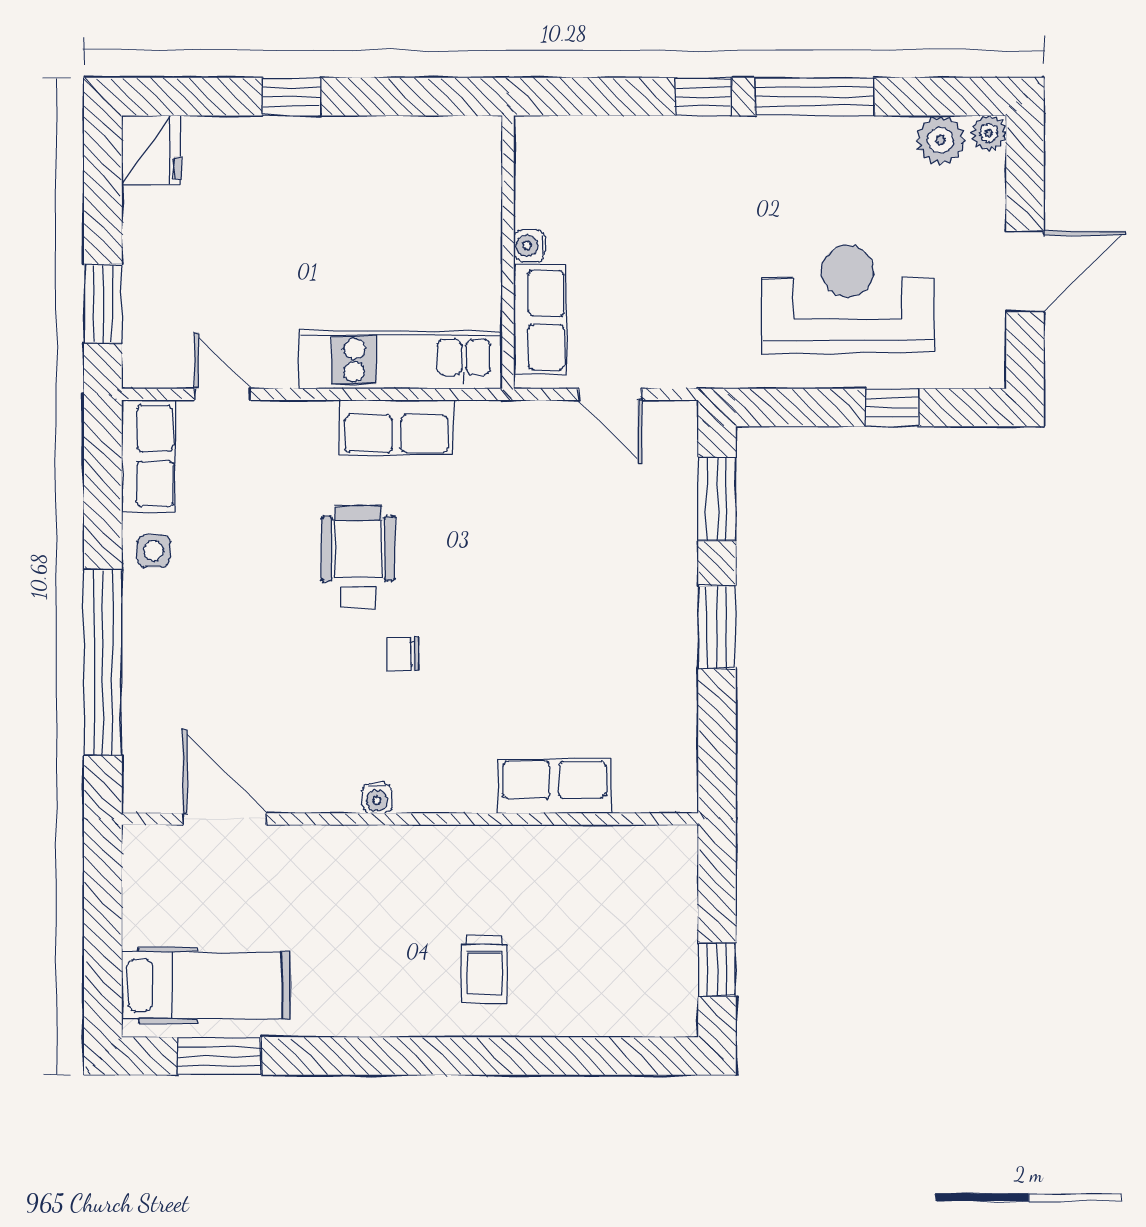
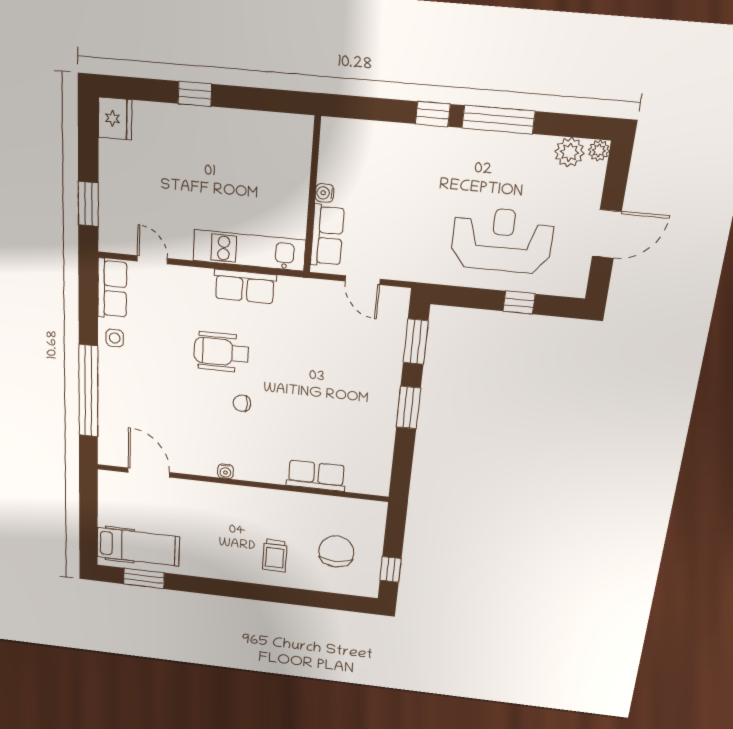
wheelchair: (358, 557) -> (221, 352), turned -90
chair: (607, 944) -> (336, 552), added

